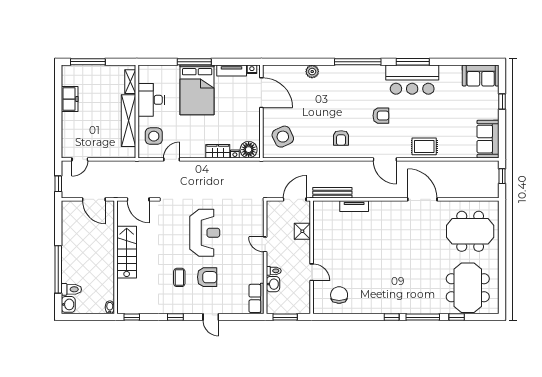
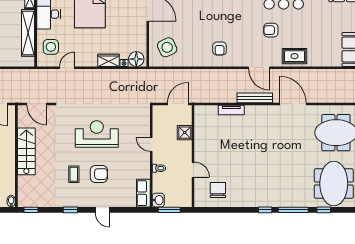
armchair: (381, 116) -> (271, 30), moved, turned 180
bench: (332, 193) -> (255, 98), moved
reception desk: (205, 233) -> (97, 134), turned -90
washbasin: (273, 284) -> (158, 200), moved

